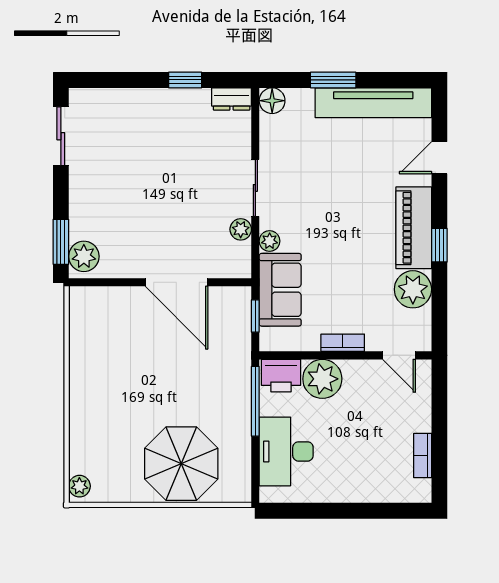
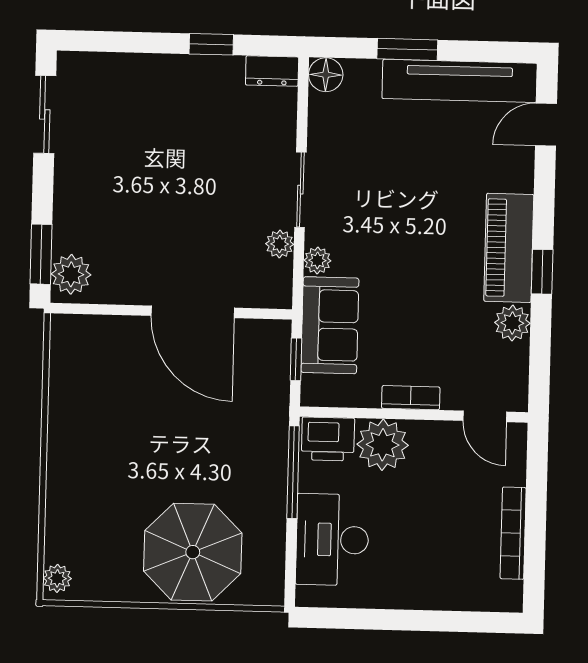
door: (439, 158) -> (546, 125), moved
plant: (413, 289) -> (512, 323), width x0.73, depth x0.73
bookcase: (423, 455) -> (513, 533), width x1.56

